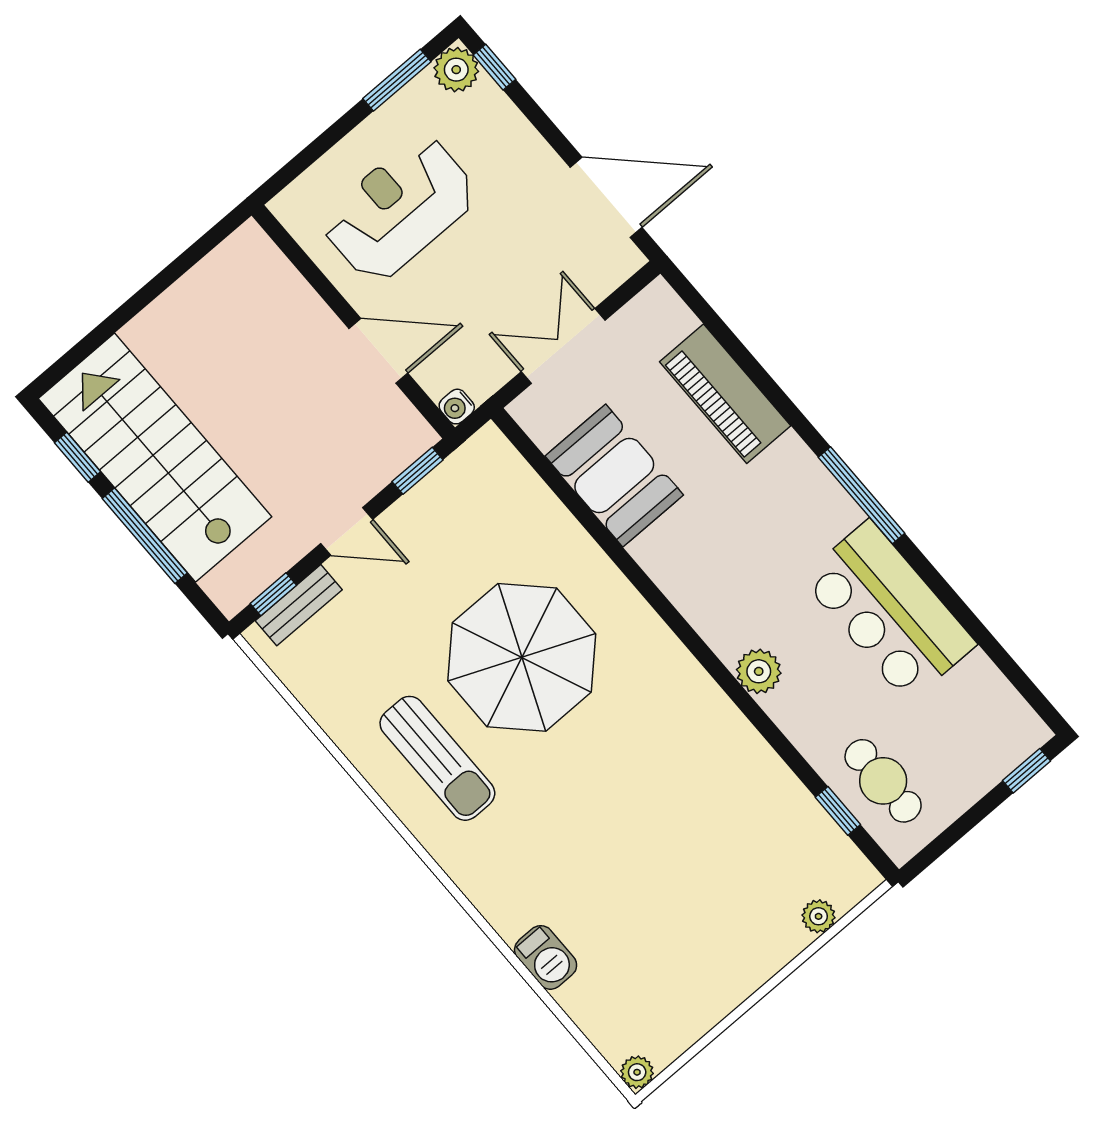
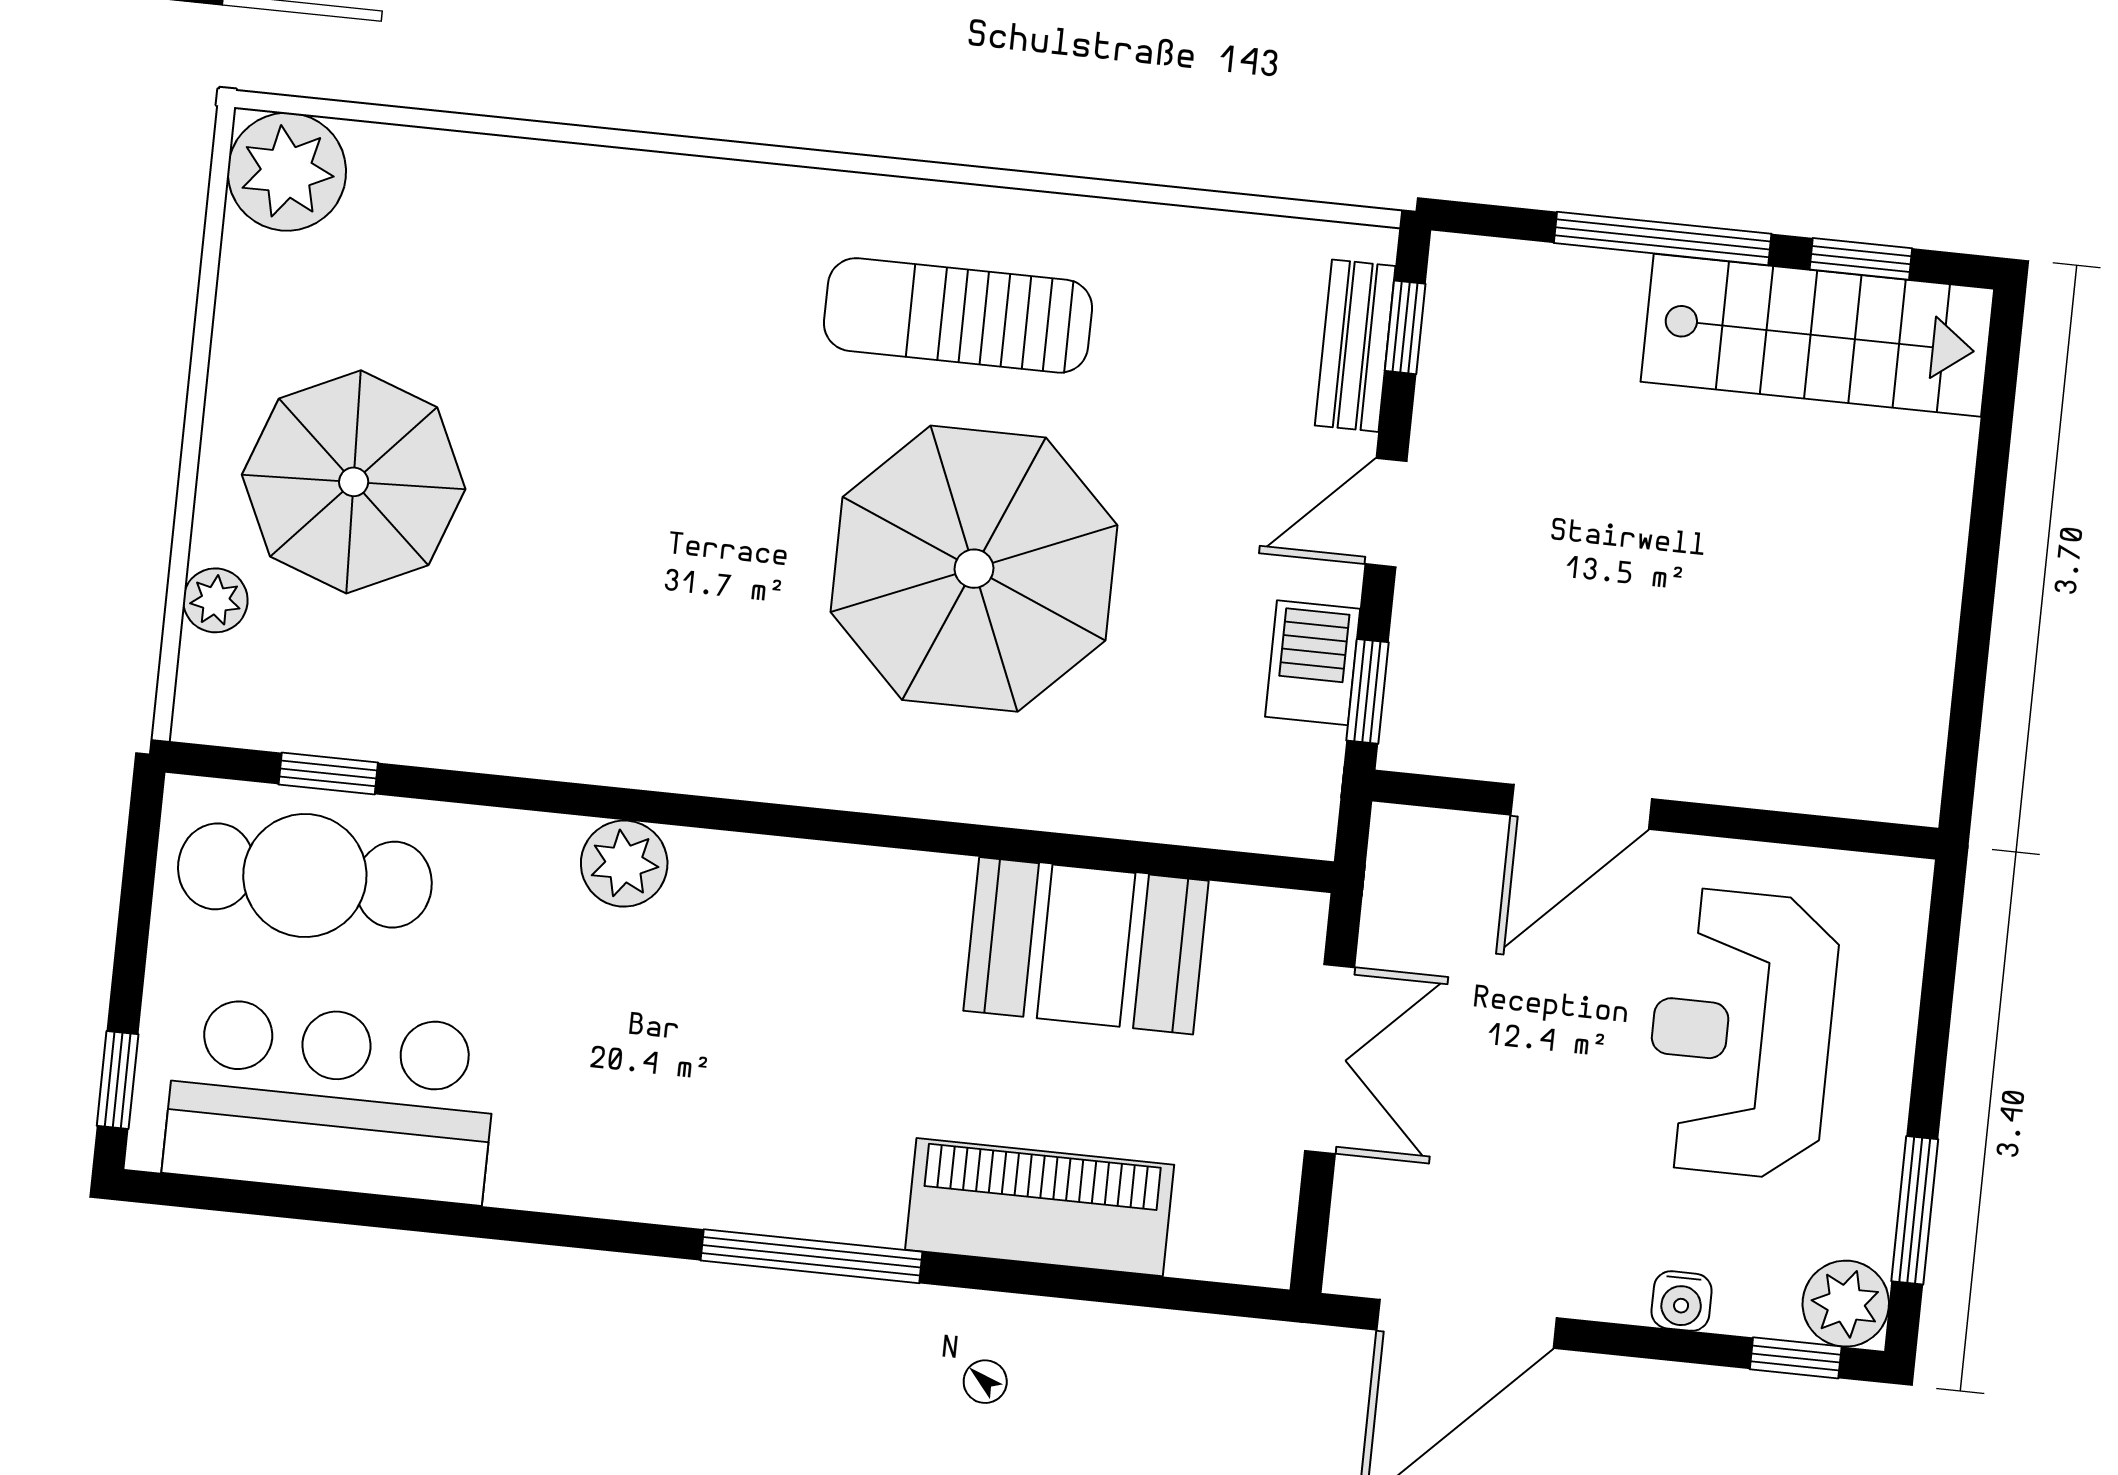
reception desk: (399, 209) -> (1741, 1033), turned 180
water cooler: (457, 407) -> (1682, 1301), moved, turned 180
stairs: (155, 458) -> (1817, 335), width x0.73, depth x0.66
window: (861, 495) -> (811, 1256), moved
bar counter: (889, 611) -> (331, 1101), moved
cafe table: (883, 781) -> (305, 876), width x1.37, depth x1.35
parasol: (724, 912) -> (354, 482), added
barbecue: (546, 957) -> (1313, 663), moved, turned 90
plant: (637, 1072) -> (287, 172), width x1.87, depth x1.87

